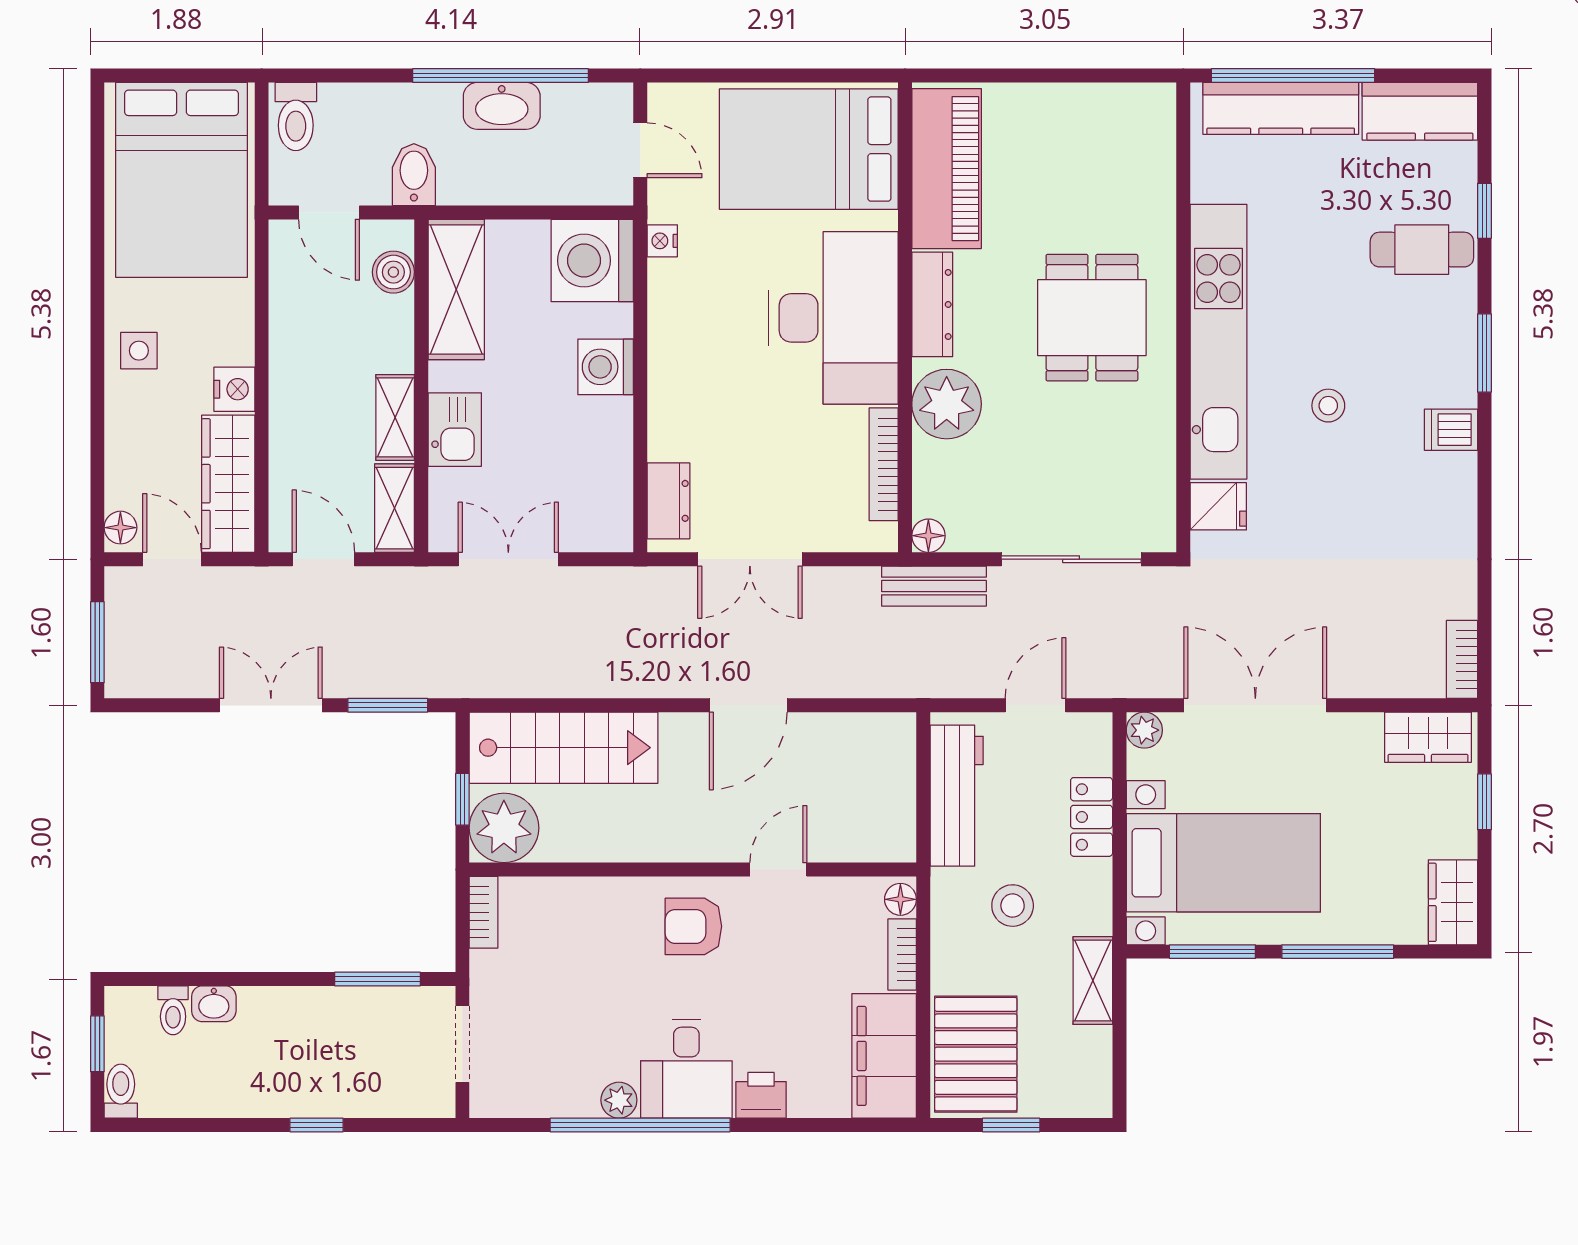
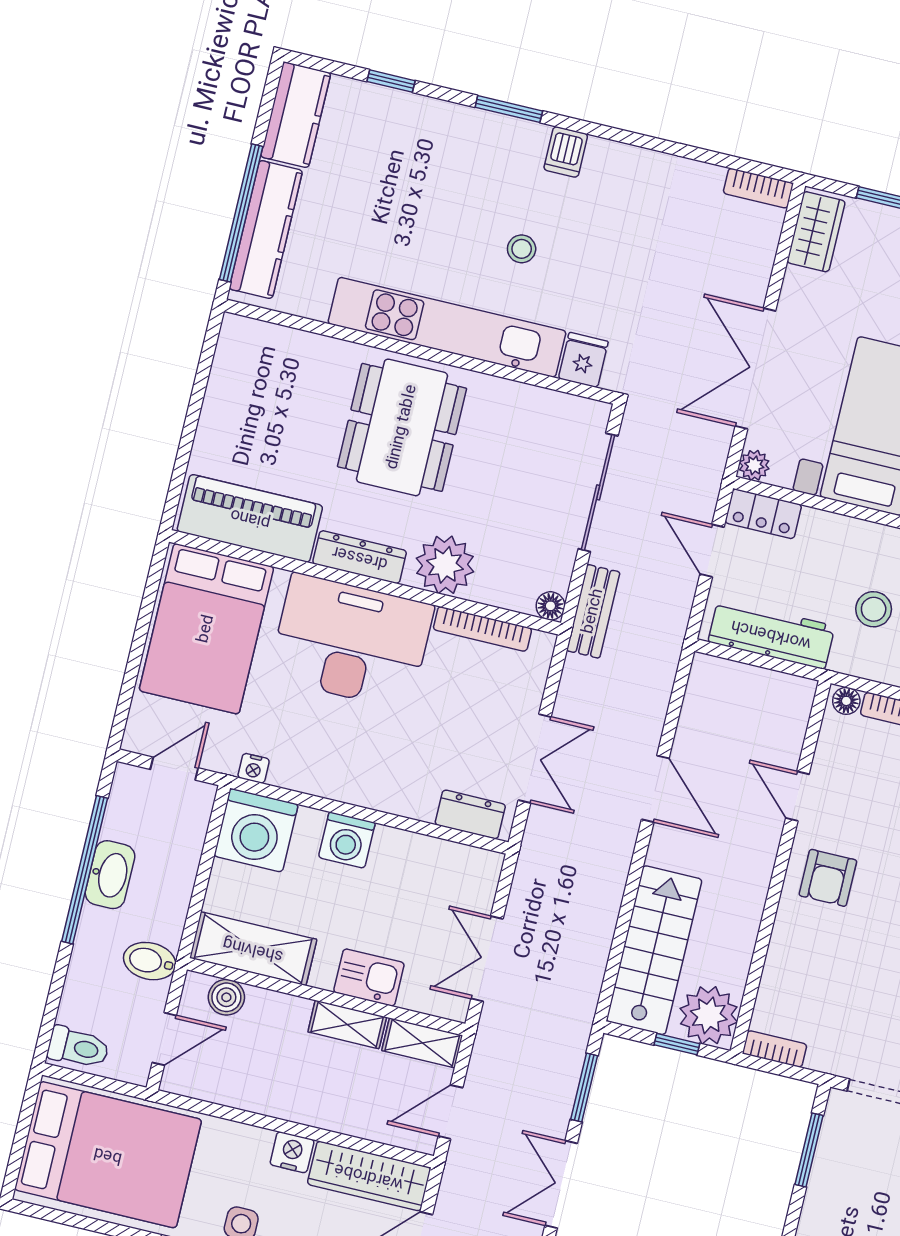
cafe table: (1422, 250) -> (411, 141), removed
dining table: (1092, 318) -> (402, 427), width x1.38
locker: (1092, 817) -> (763, 514), moved

